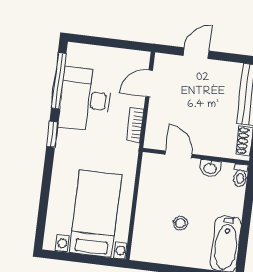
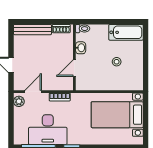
plant: (136, 58) -> (19, 101), added
door: (149, 83) -> (33, 92), swing flipped

